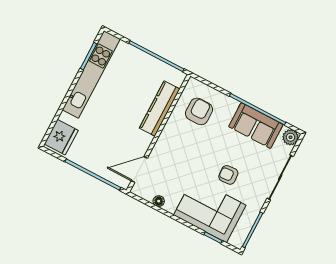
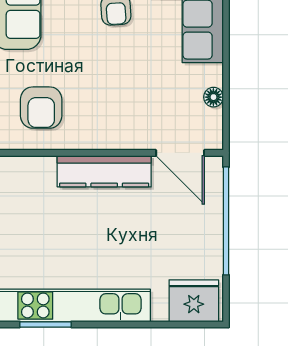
kitchen counter: (160, 109) -> (104, 171), moved
armchair: (199, 111) -> (41, 108), turned -90

